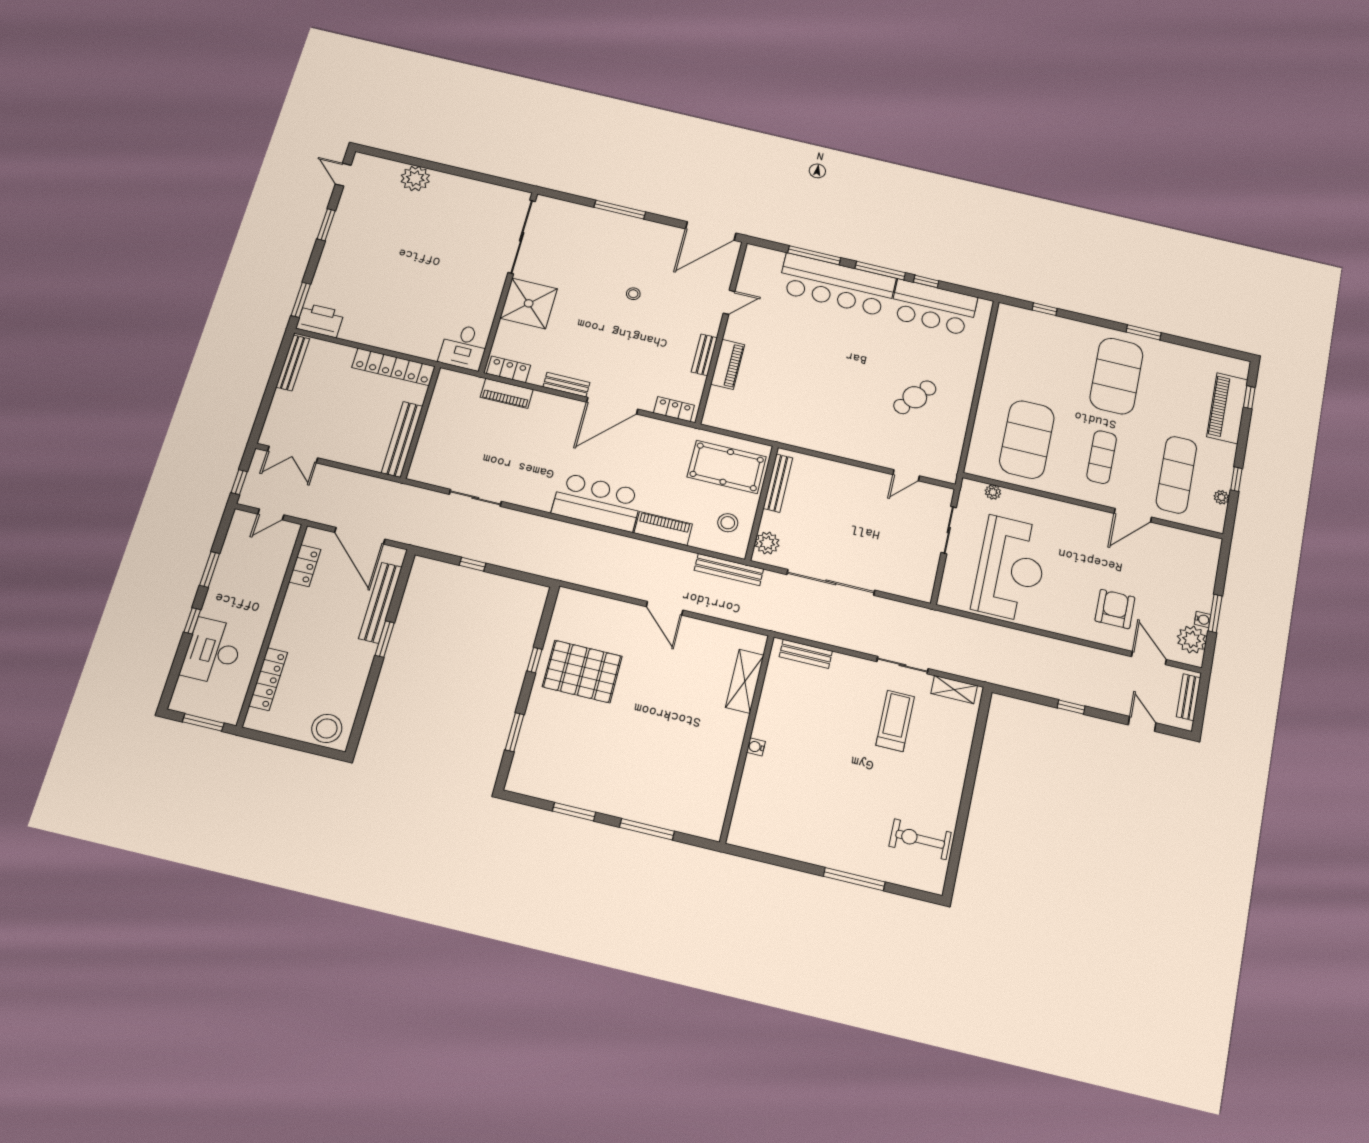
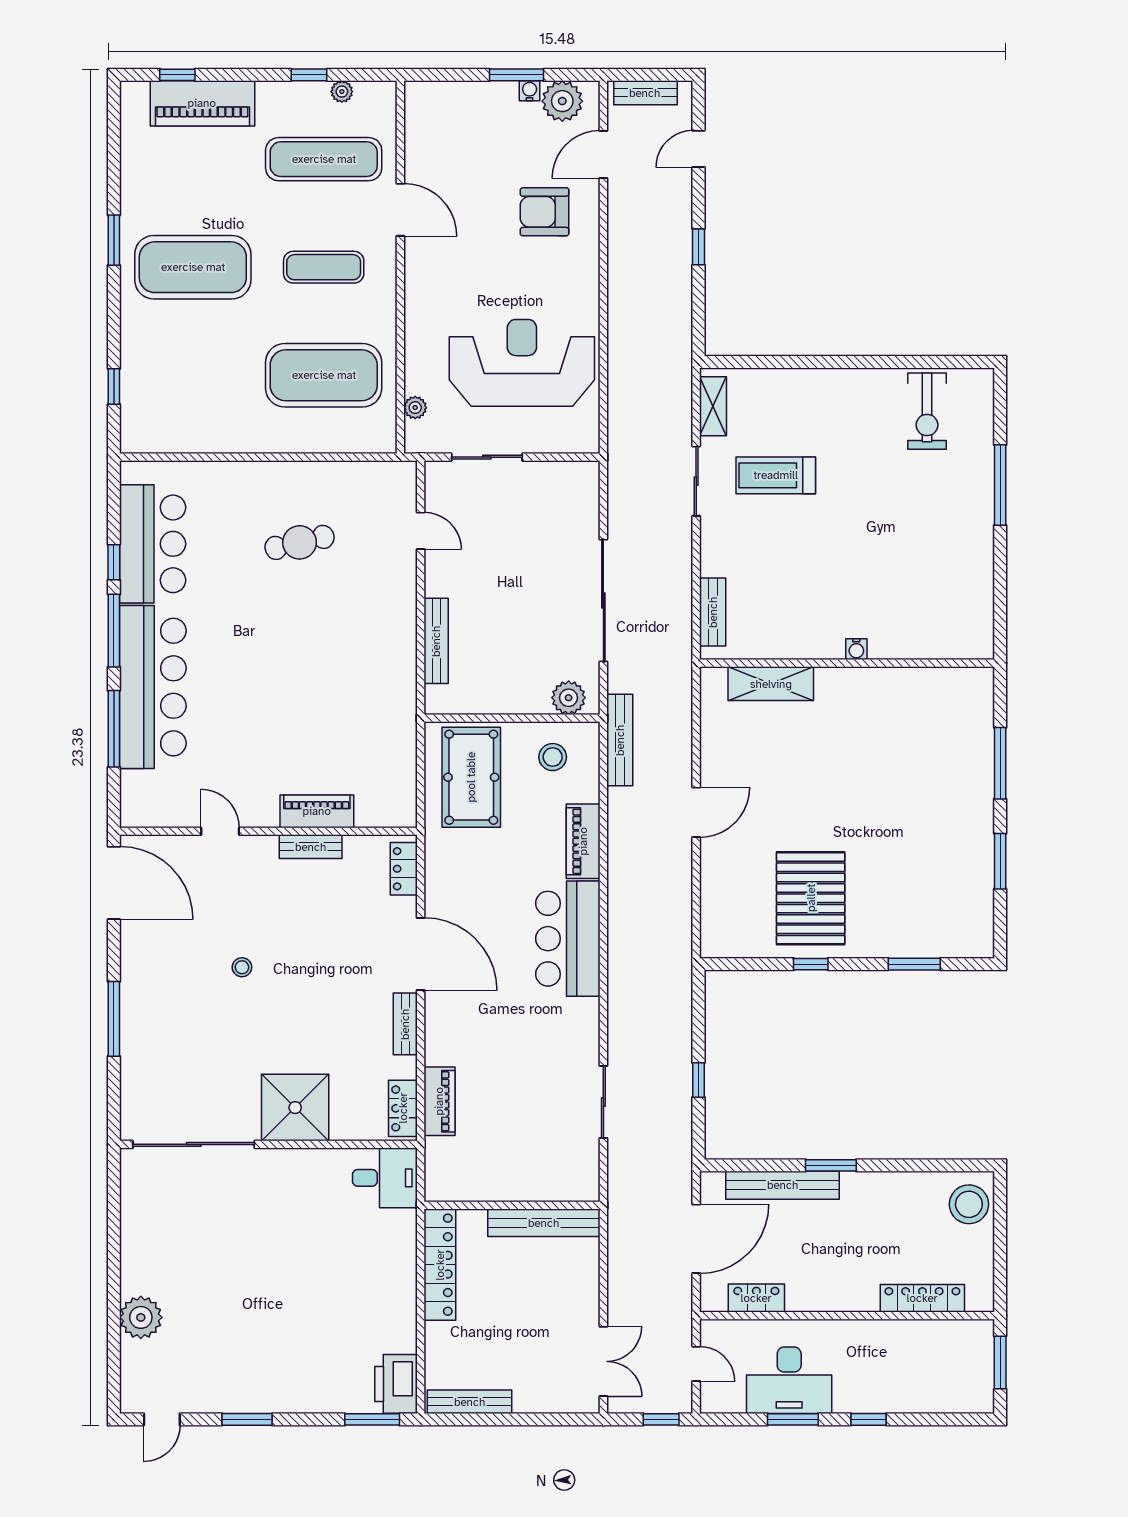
cafe table: (915, 397) -> (300, 542), turned -52
bench: (778, 483) -> (436, 641), moved, turned 90
desk: (213, 651) -> (789, 1380), moved

